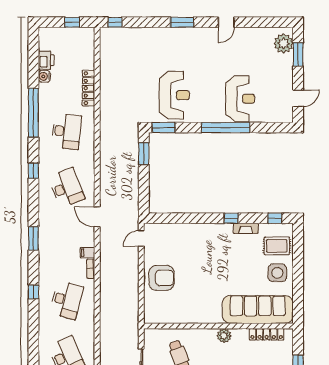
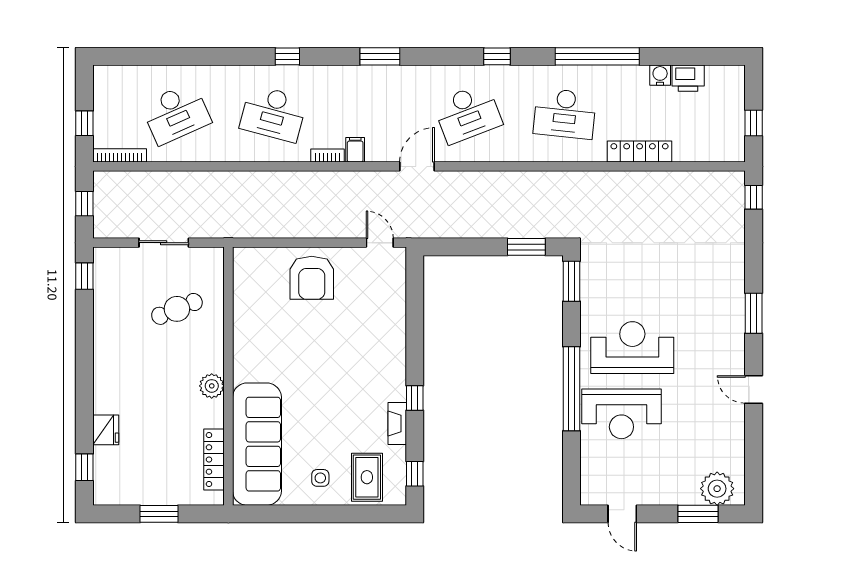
reception desk: (174, 95) -> (632, 348), moved, turned 180
side table: (277, 273) -> (320, 478), width x0.54, depth x0.54

